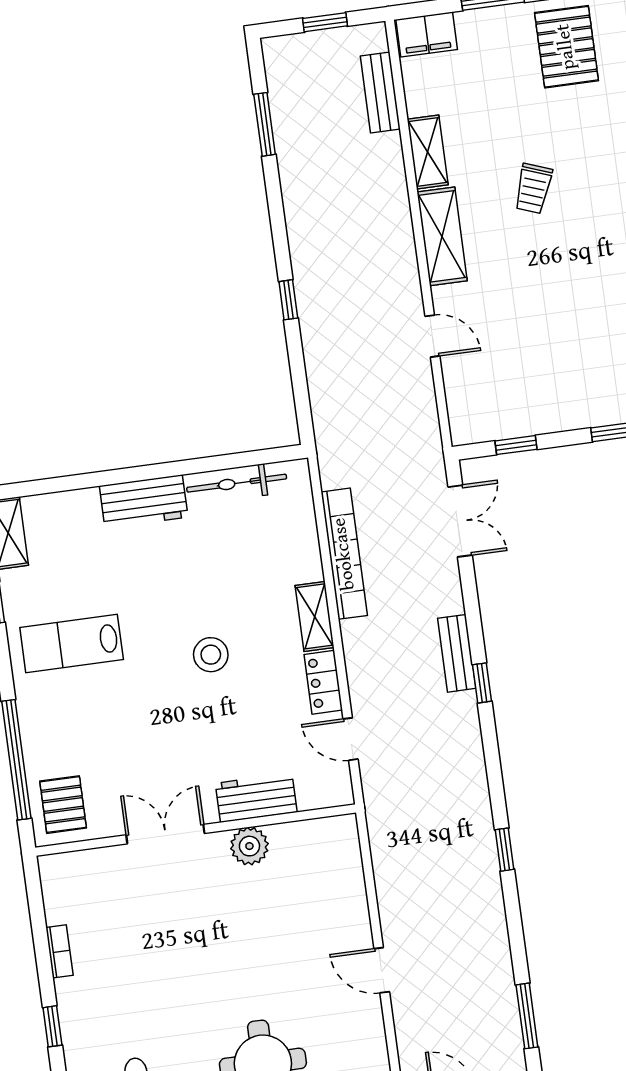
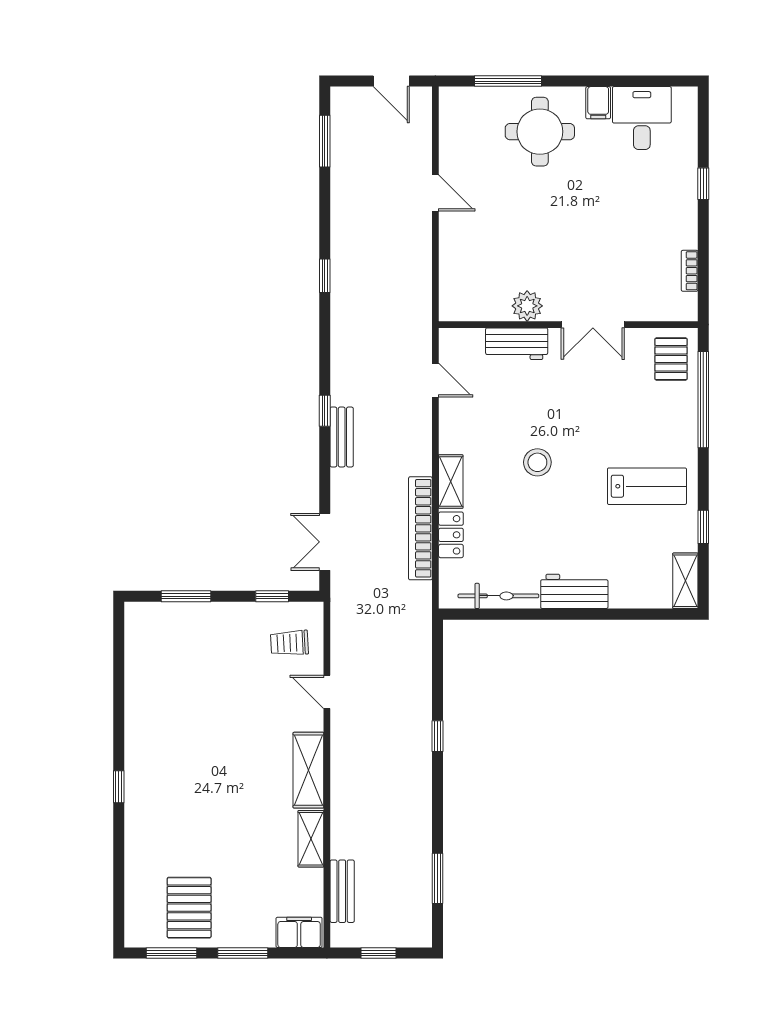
trolley: (533, 189) -> (289, 643), moved, turned -113
locker: (323, 682) -> (451, 535), moved
bookcase: (59, 951) -> (690, 271), moved

